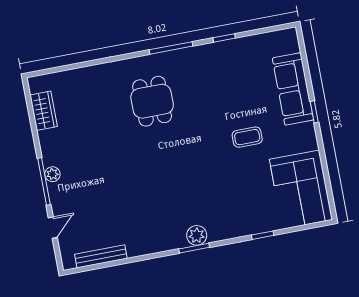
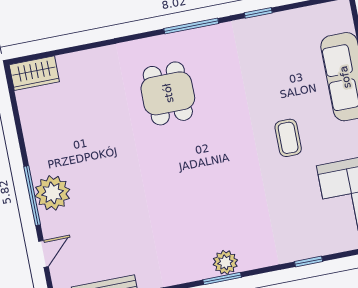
wardrobe: (44, 111) -> (34, 73), moved, turned 90
coffee table: (247, 137) -> (288, 138), turned 90
plant: (52, 174) -> (52, 193), width x1.87, depth x1.87

